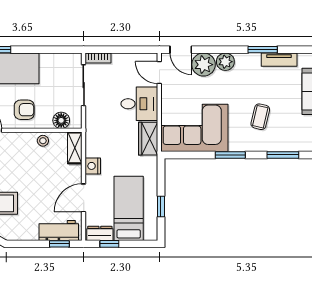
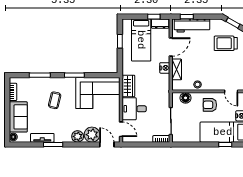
shelving: (75, 148) -> (177, 69), moved
workbench: (59, 231) -> (192, 25), width x1.38

